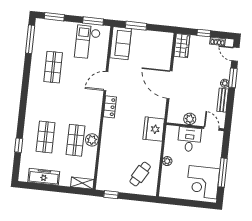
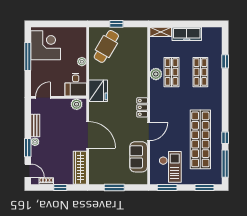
window: (136, 26) -> (114, 188), moved
sofa: (121, 43) -> (139, 157), moved
wardrobe: (182, 46) -> (80, 168), width x1.50
window: (27, 66) -> (225, 138), added
shop shelf: (53, 67) -> (200, 139), width x2.00, depth x1.36
plant: (190, 119) -> (77, 104), moved
door: (211, 128) -> (43, 97), swing flipped
desk: (189, 139) -> (76, 85), moved
cafe table: (140, 174) -> (106, 46), width x1.37, depth x1.35
freezer: (44, 177) -> (187, 34), moved
window: (111, 195) -> (116, 24), moved

